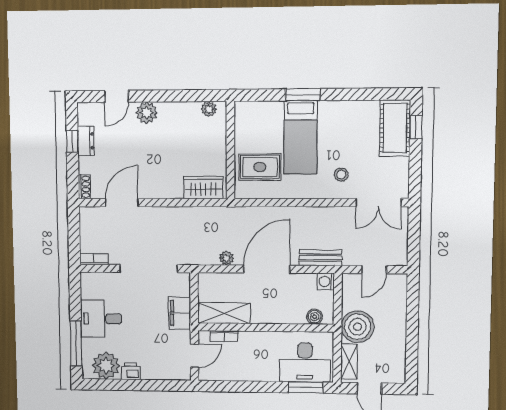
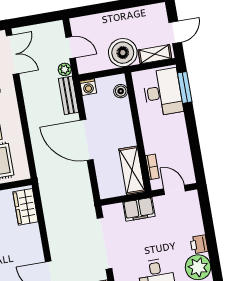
plant: (226, 258) -> (65, 69), moved

